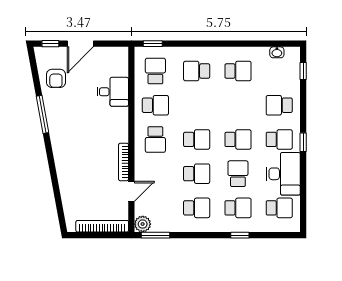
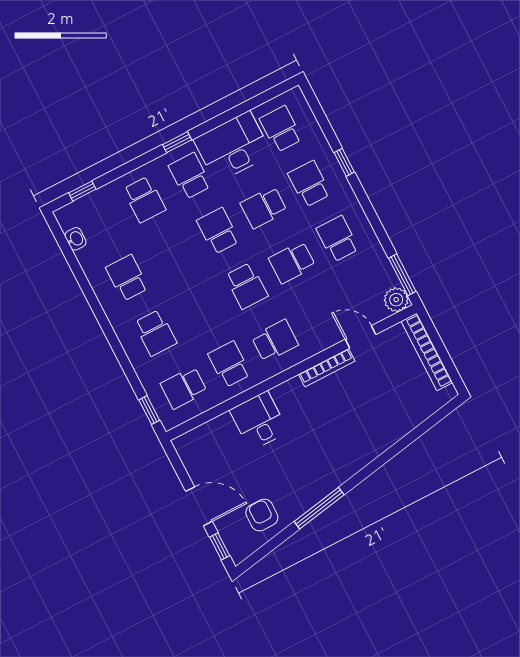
armchair: (56, 78) -> (262, 515), turned -90
desk: (113, 92) -> (259, 421), moved
school desk: (197, 139) -> (247, 286), turned 180
school desk: (197, 174) -> (292, 262), turned -90

